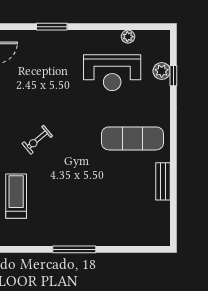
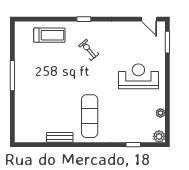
window: (52, 27) -> (167, 42), moved
plant: (162, 71) -> (159, 136), moved
reception desk: (112, 73) -> (138, 76), moved, turned 90

